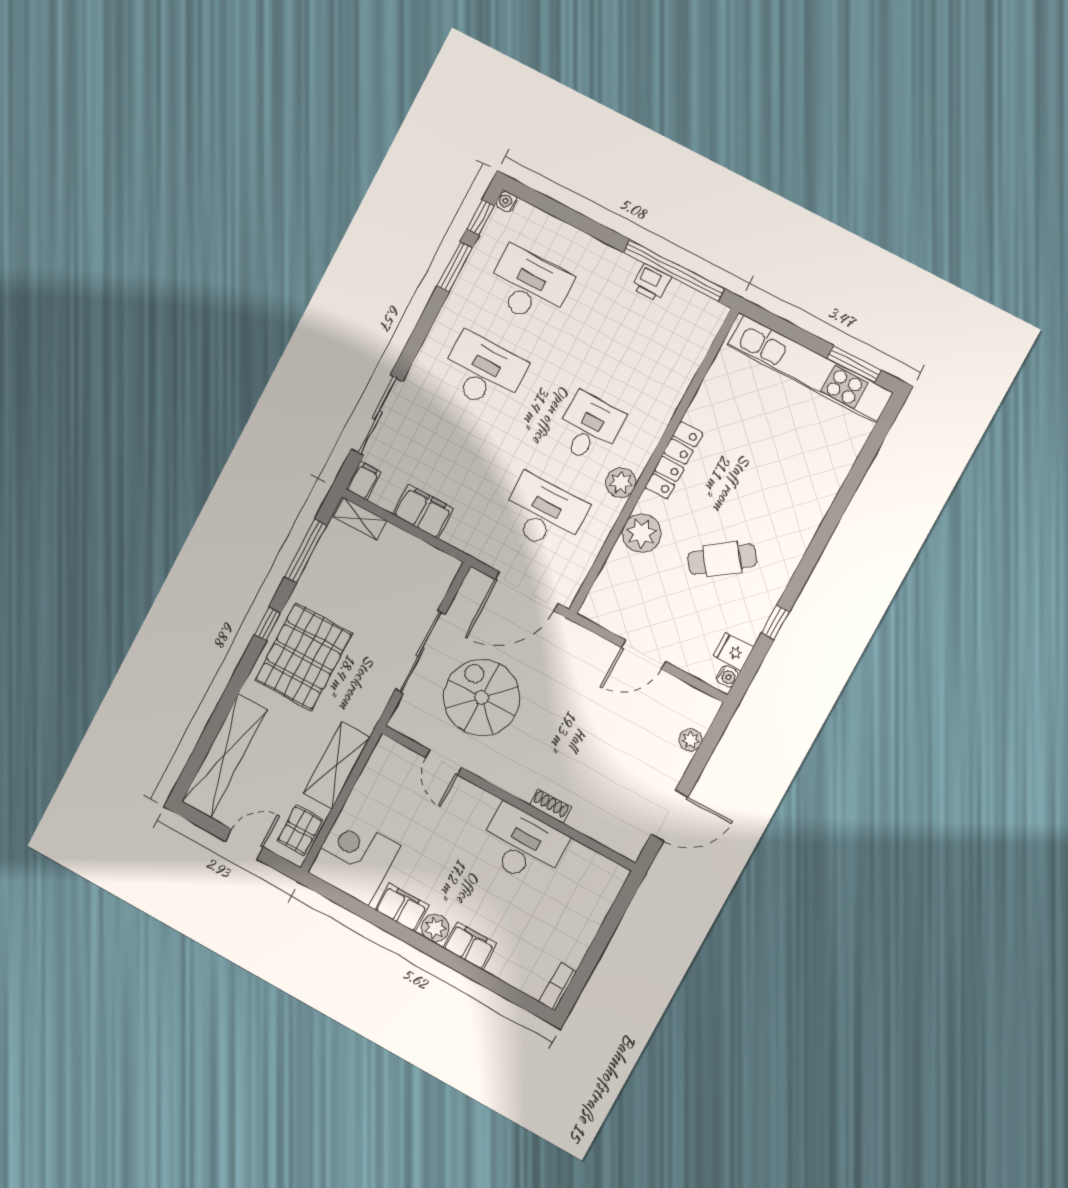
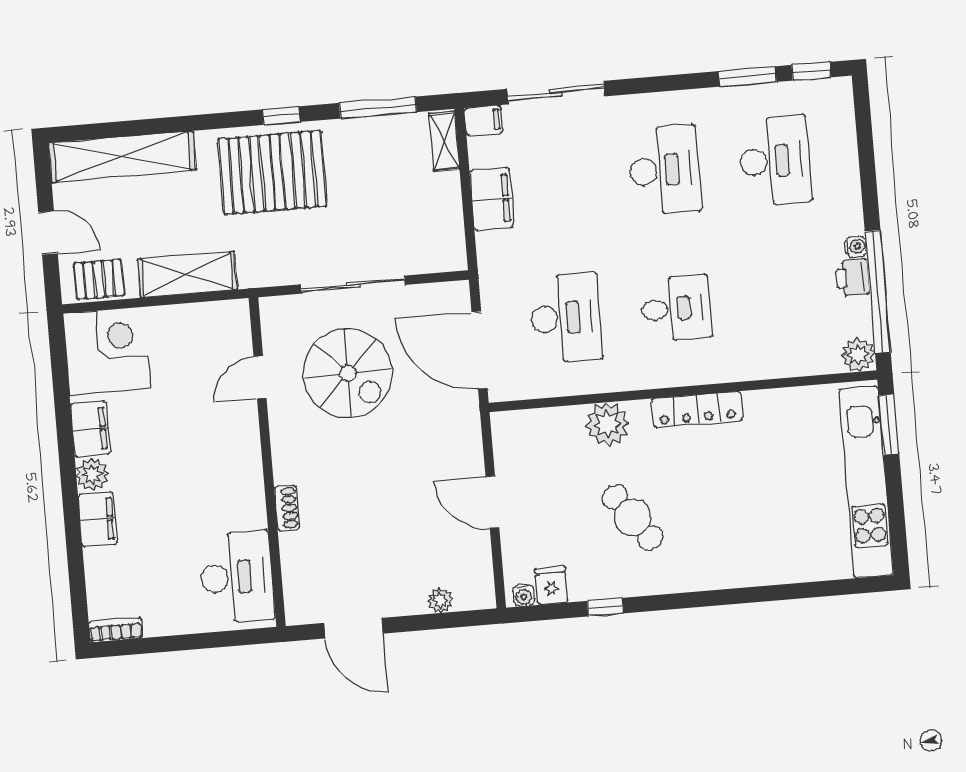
water cooler: (507, 201) -> (856, 247), moved, turned 90
window: (854, 364) -> (889, 425), moved
plant: (621, 483) -> (858, 355), moved
spiral stairs: (482, 698) -> (348, 373), turned 90
desk: (523, 845) -> (237, 577), moved

